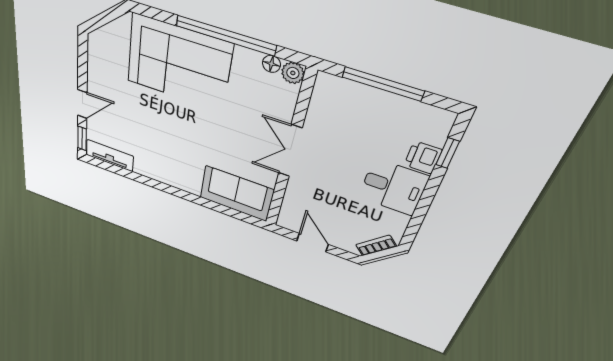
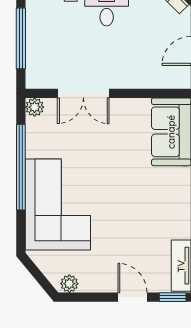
plant: (96, 48) -> (69, 284), added
floor lamp: (271, 64) -> (33, 126), removed
double door: (290, 151) -> (83, 93), moved

